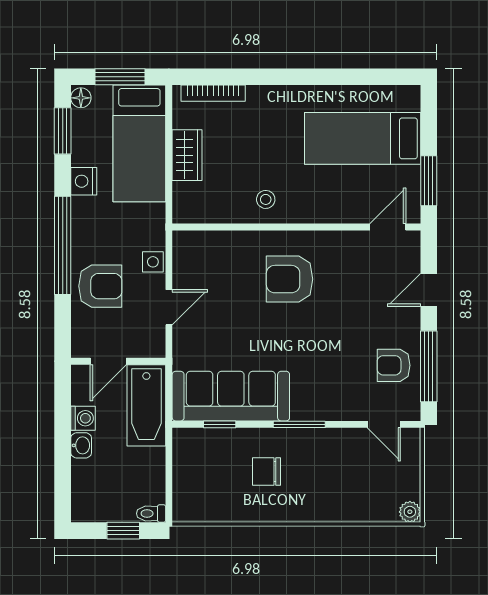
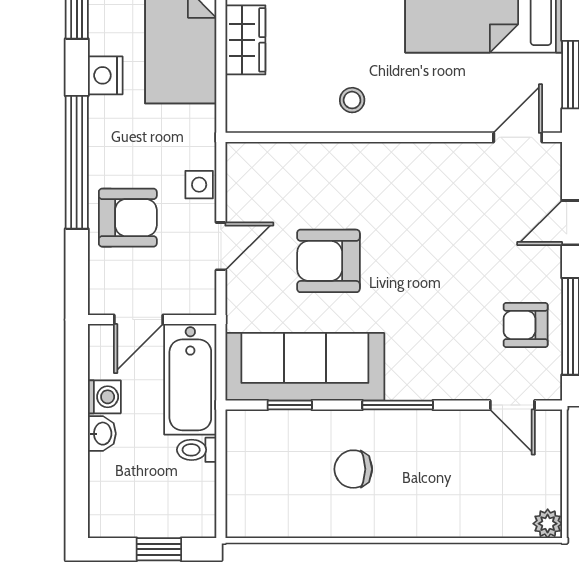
armchair: (290, 279) -> (328, 261), moved
toilet: (151, 513) -> (197, 450), moved

